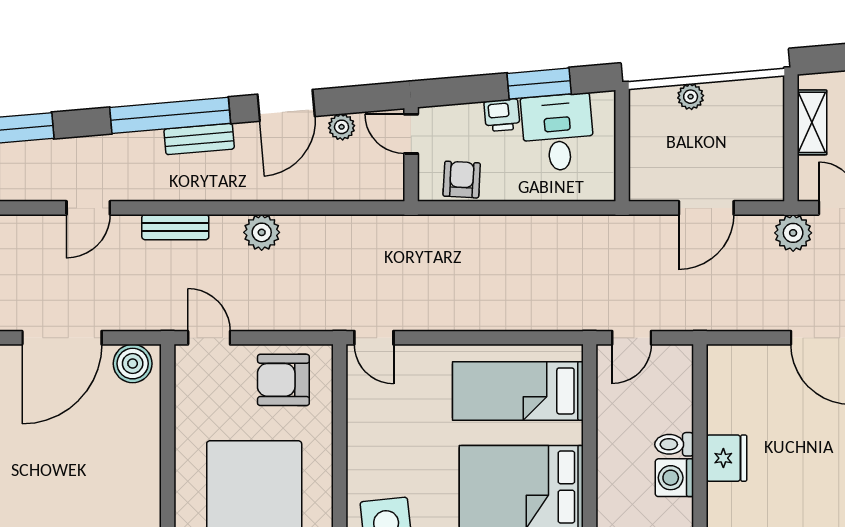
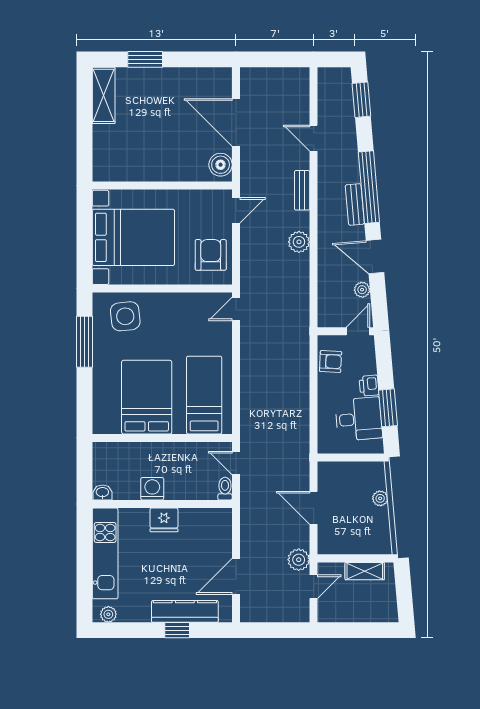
toilet: (674, 444) -> (225, 489), moved

